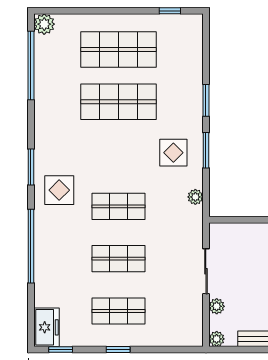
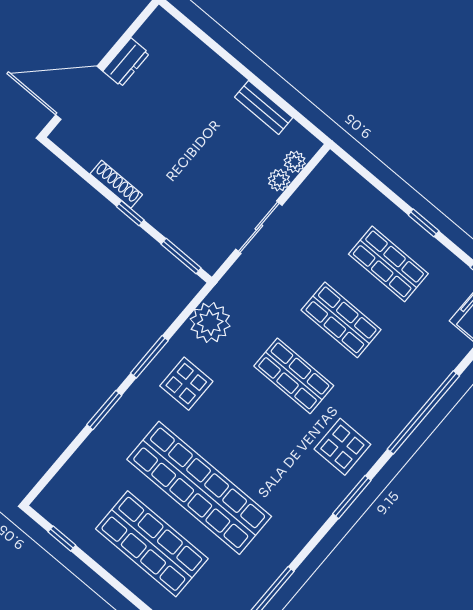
shop shelf: (118, 102) -> (199, 488), width x1.40
plant: (195, 197) -> (210, 322), width x1.88, depth x1.88
window: (235, 220) -> (181, 256), added
plant: (217, 339) -> (295, 162), moved

